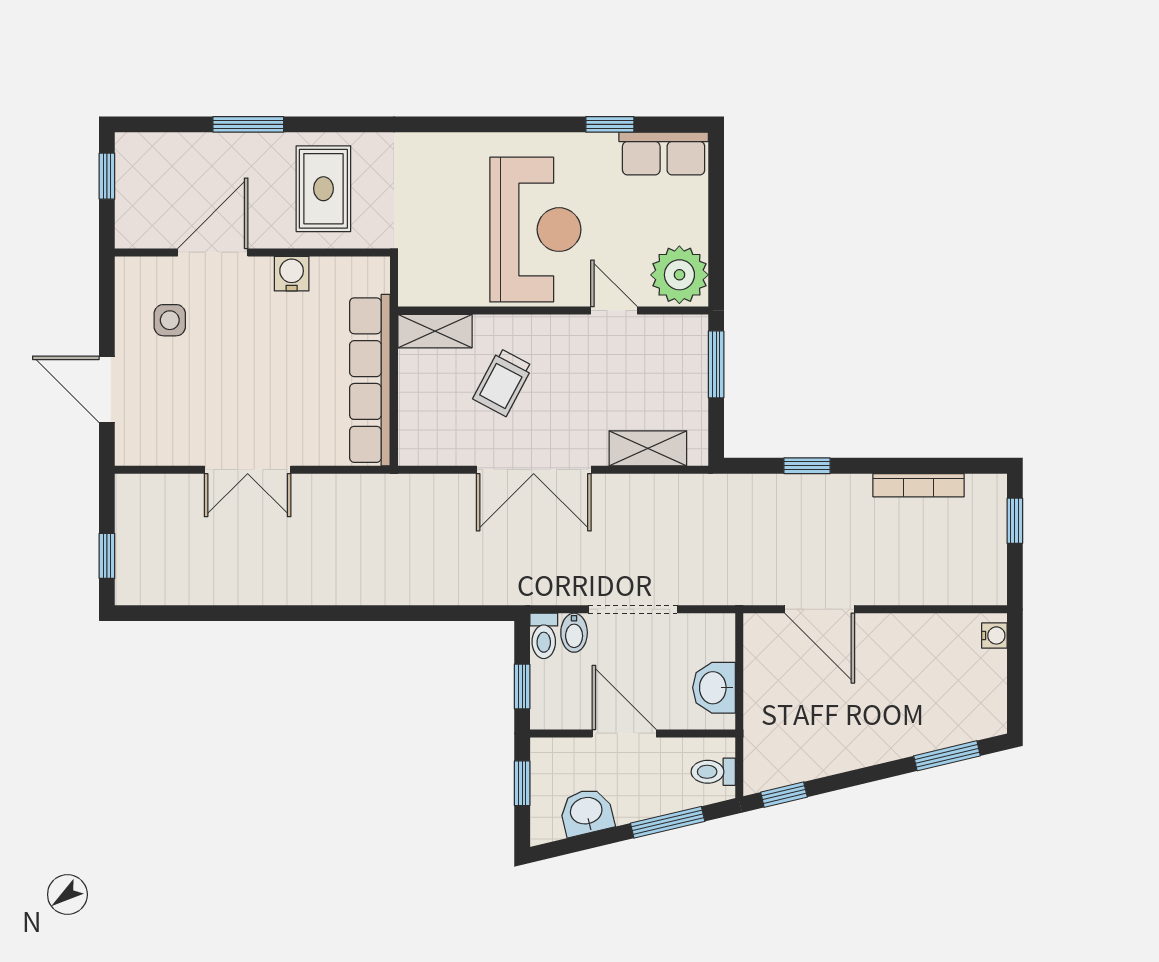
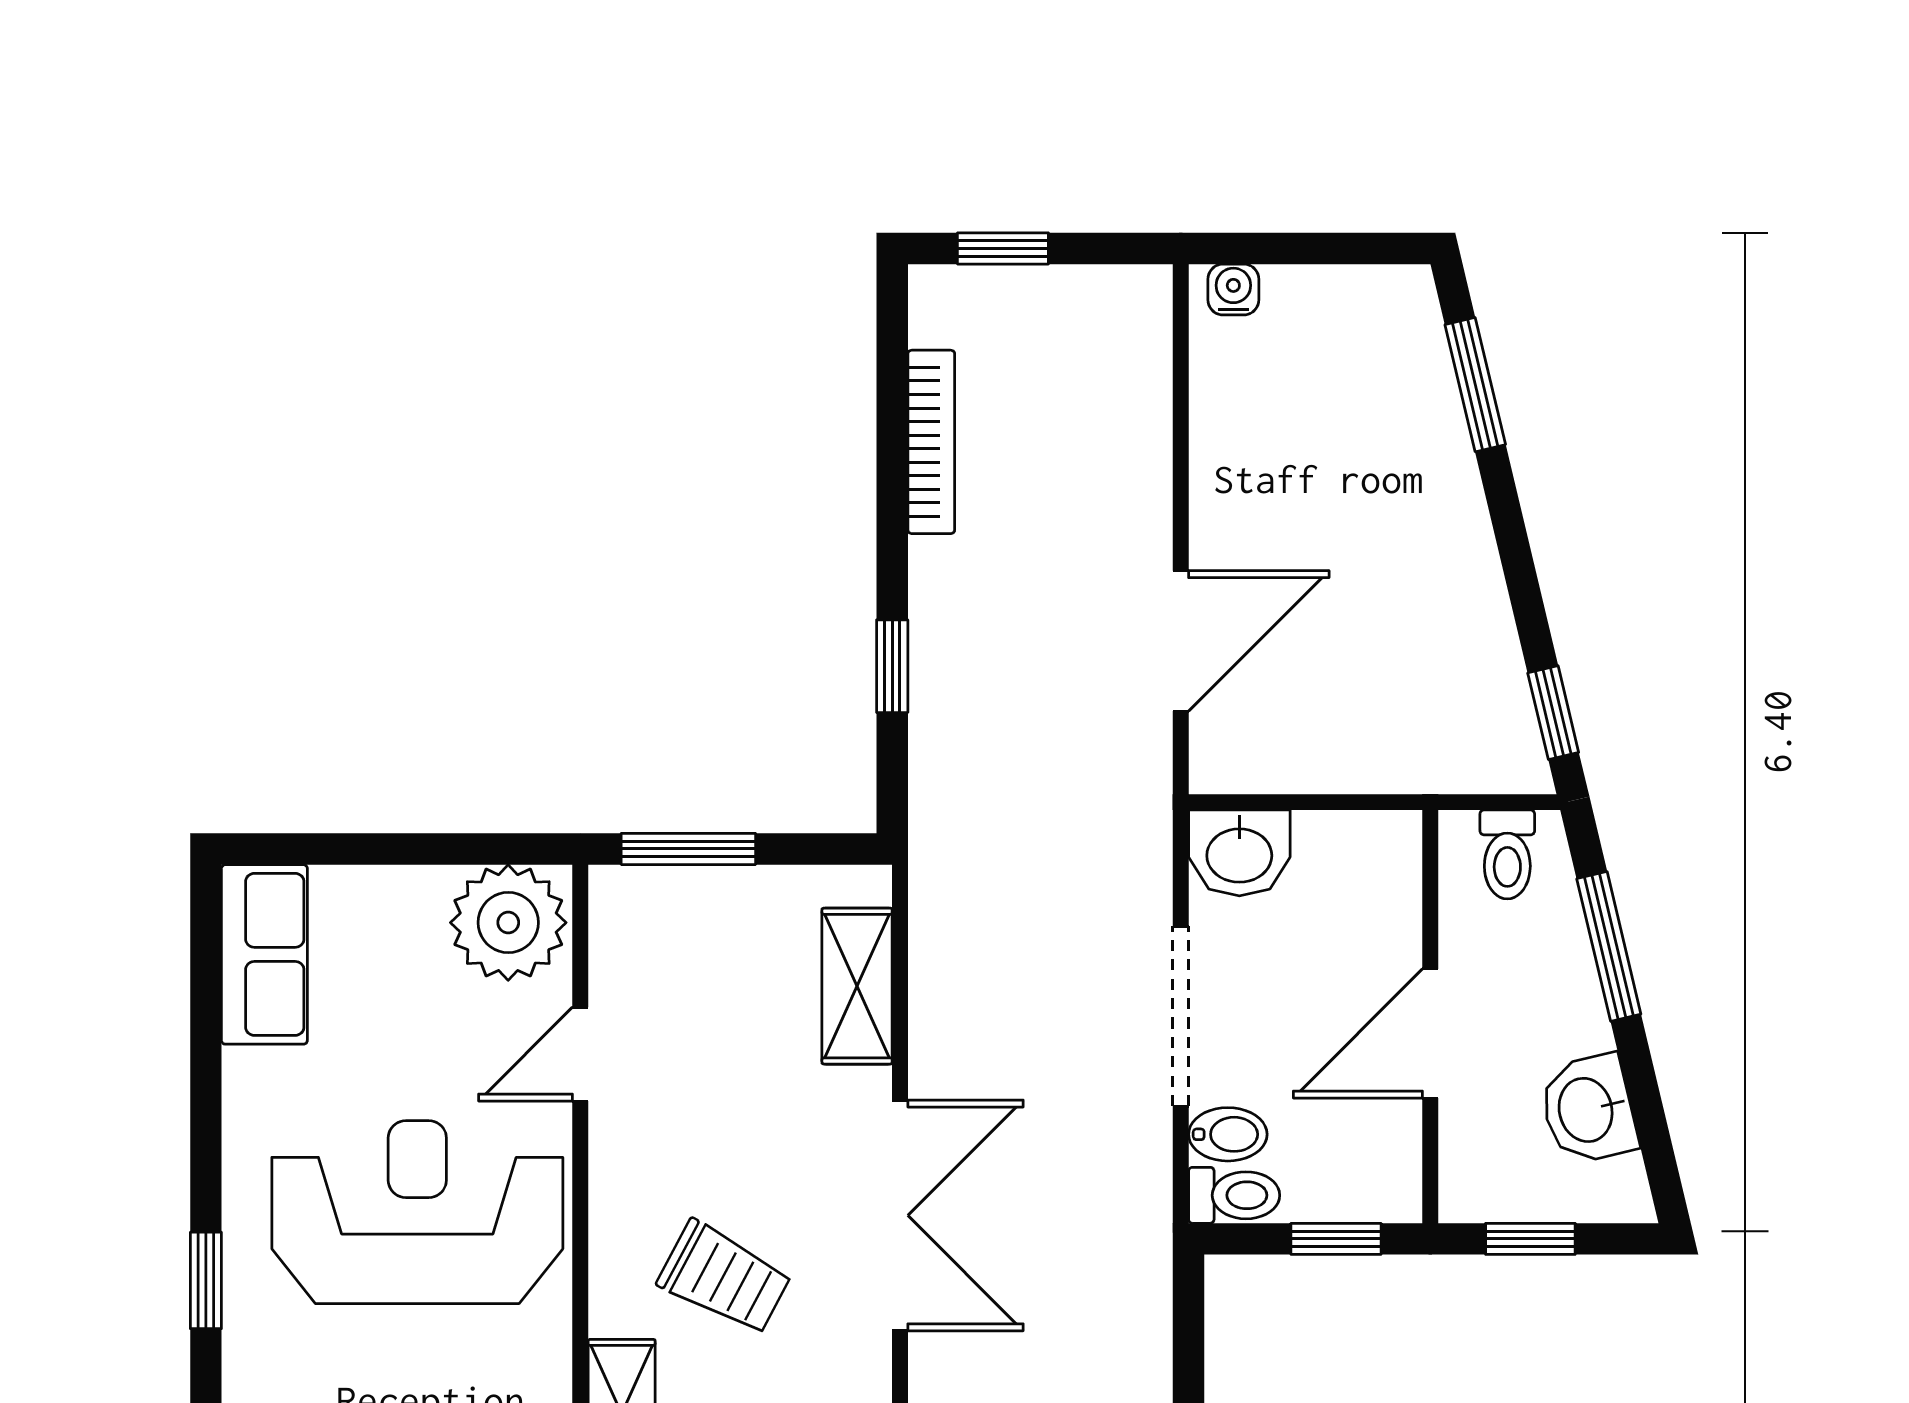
window: (610, 124) -> (206, 1280), moved
washbasin: (714, 688) -> (1239, 853), moved

